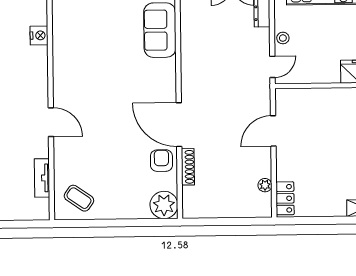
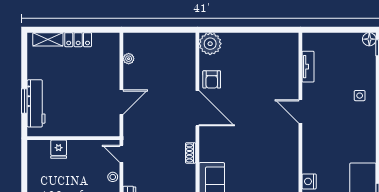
door: (272, 67) -> (121, 154), hinge flipped
shoe rack: (188, 167) -> (191, 153), moved, width x0.70
coffee table: (79, 198) -> (279, 50), removed
locker: (285, 198) -> (78, 40), moved, turned -90

